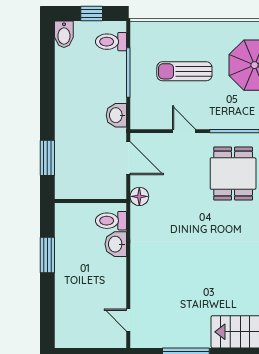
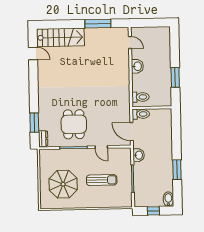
toilet: (111, 42) -> (141, 114), moved
window: (47, 158) -> (177, 170), moved
floor lamp: (139, 196) -> (125, 111), removed
washbasin: (116, 244) -> (137, 66), moved

